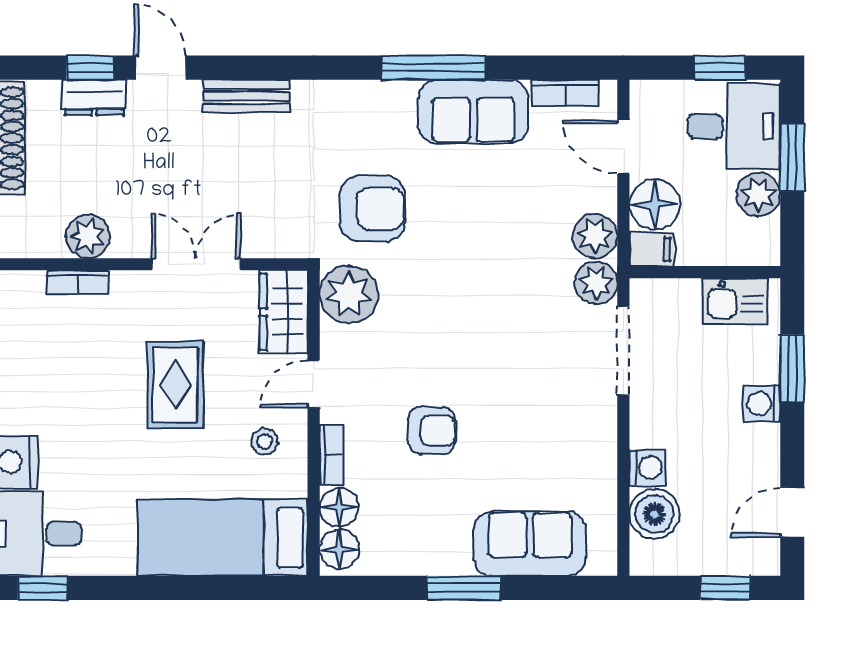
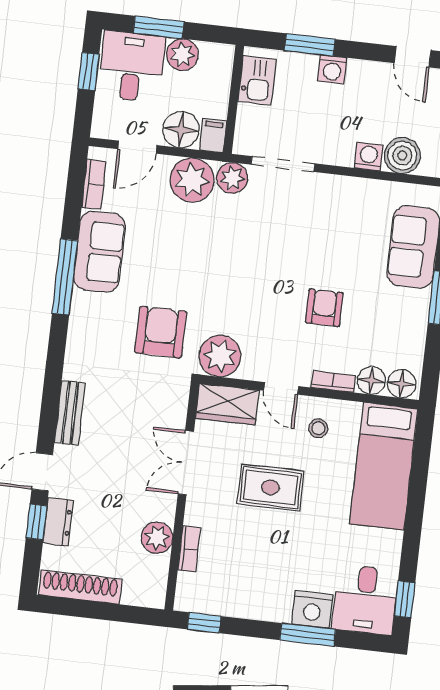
plant: (595, 236) -> (192, 180), width x1.36, depth x1.36

